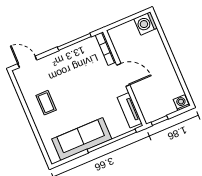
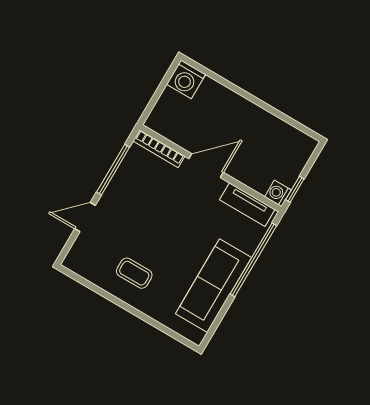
door: (27, 62) -> (85, 217), moved
washing machine: (181, 103) -> (278, 193), moved

